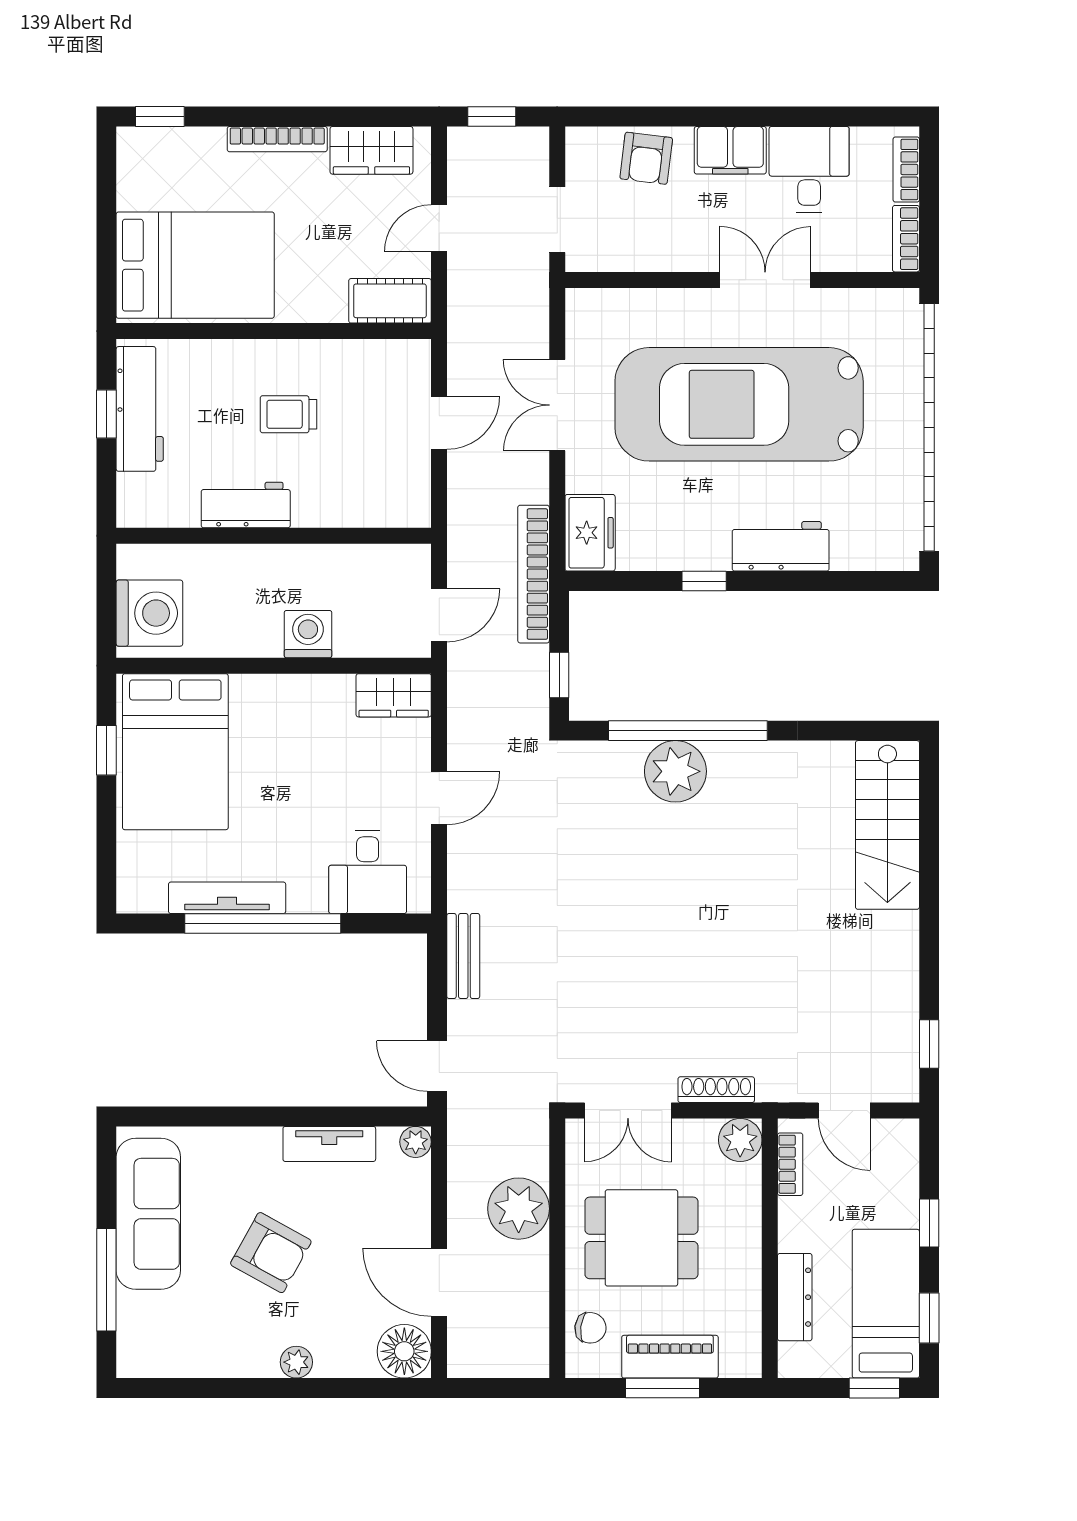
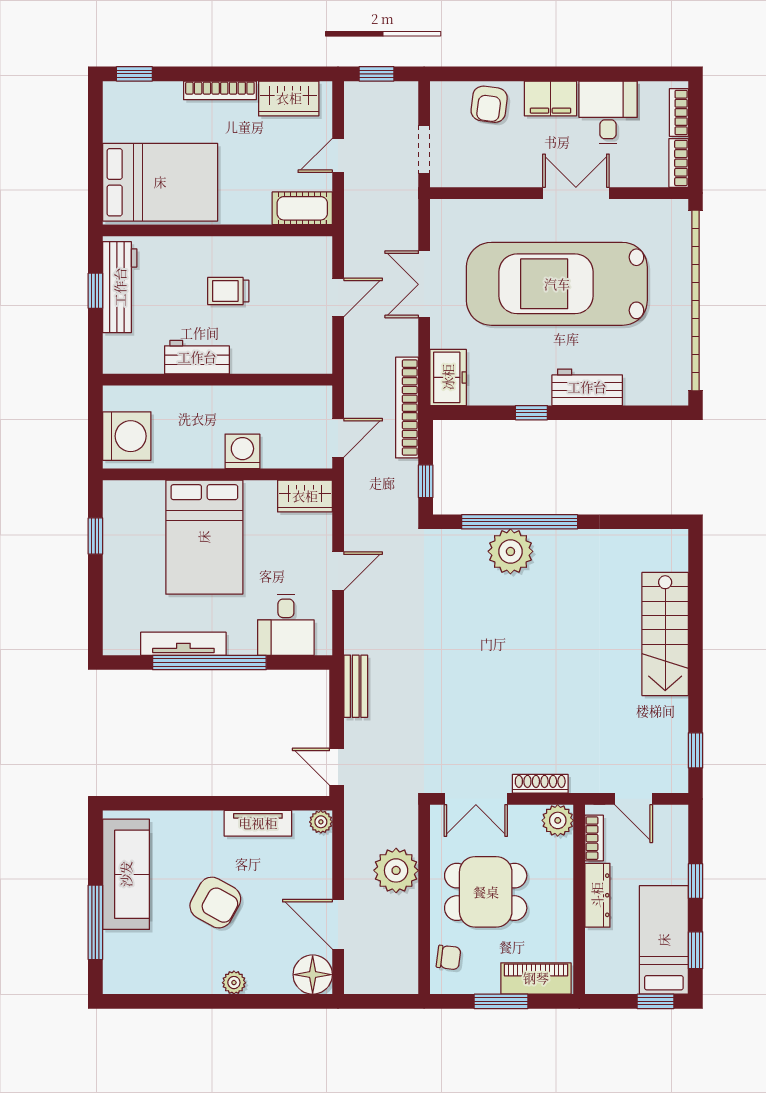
bed: (175, 752) -> (204, 537), moved
stairs: (887, 825) -> (665, 634), moved
dresser: (795, 1297) -> (597, 895), moved
piano: (670, 1357) -> (536, 978), moved

